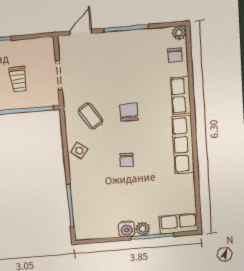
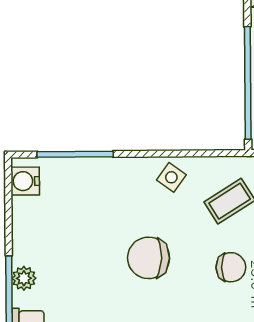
chair: (127, 160) -> (149, 258), width x1.87, depth x1.87
water cooler: (127, 229) -> (25, 181), moved

